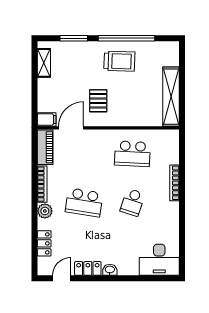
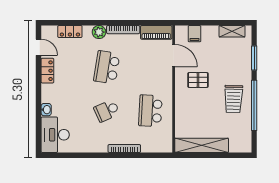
filing cabinet: (47, 119) -> (194, 34), moved
school desk: (132, 202) -> (107, 111), turned -42
washbasin: (110, 270) -> (46, 110), moved

